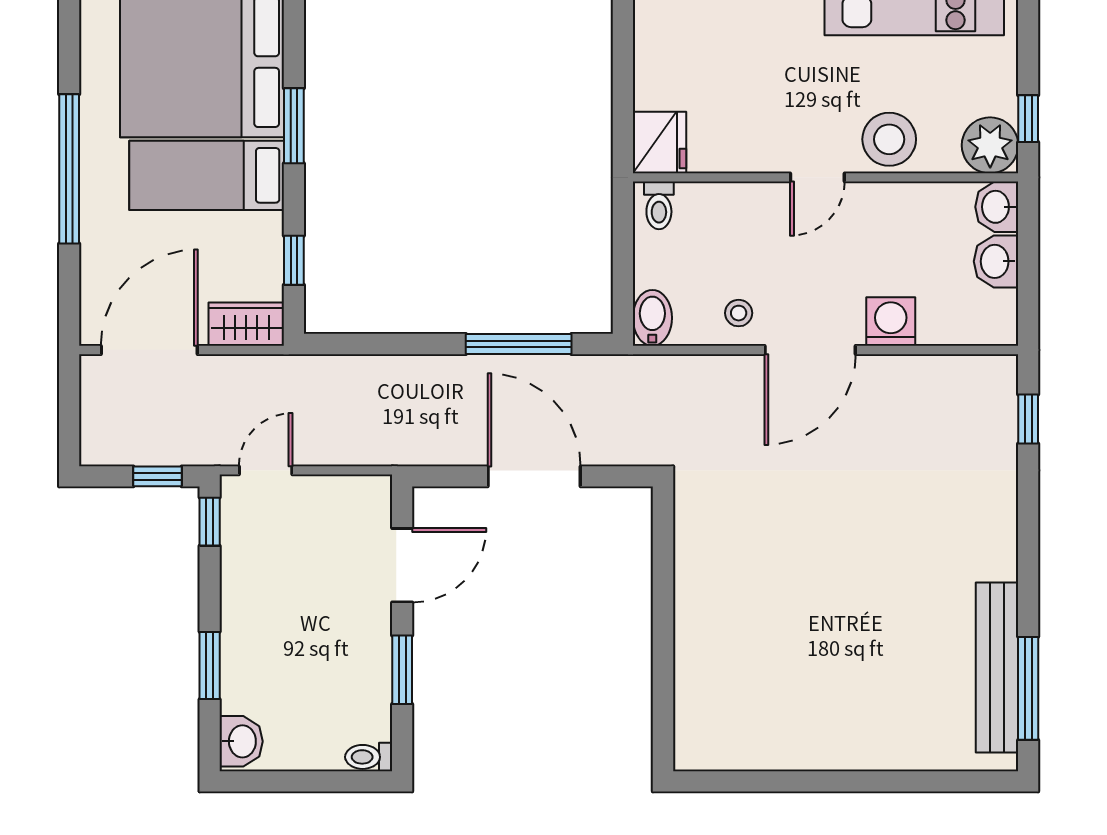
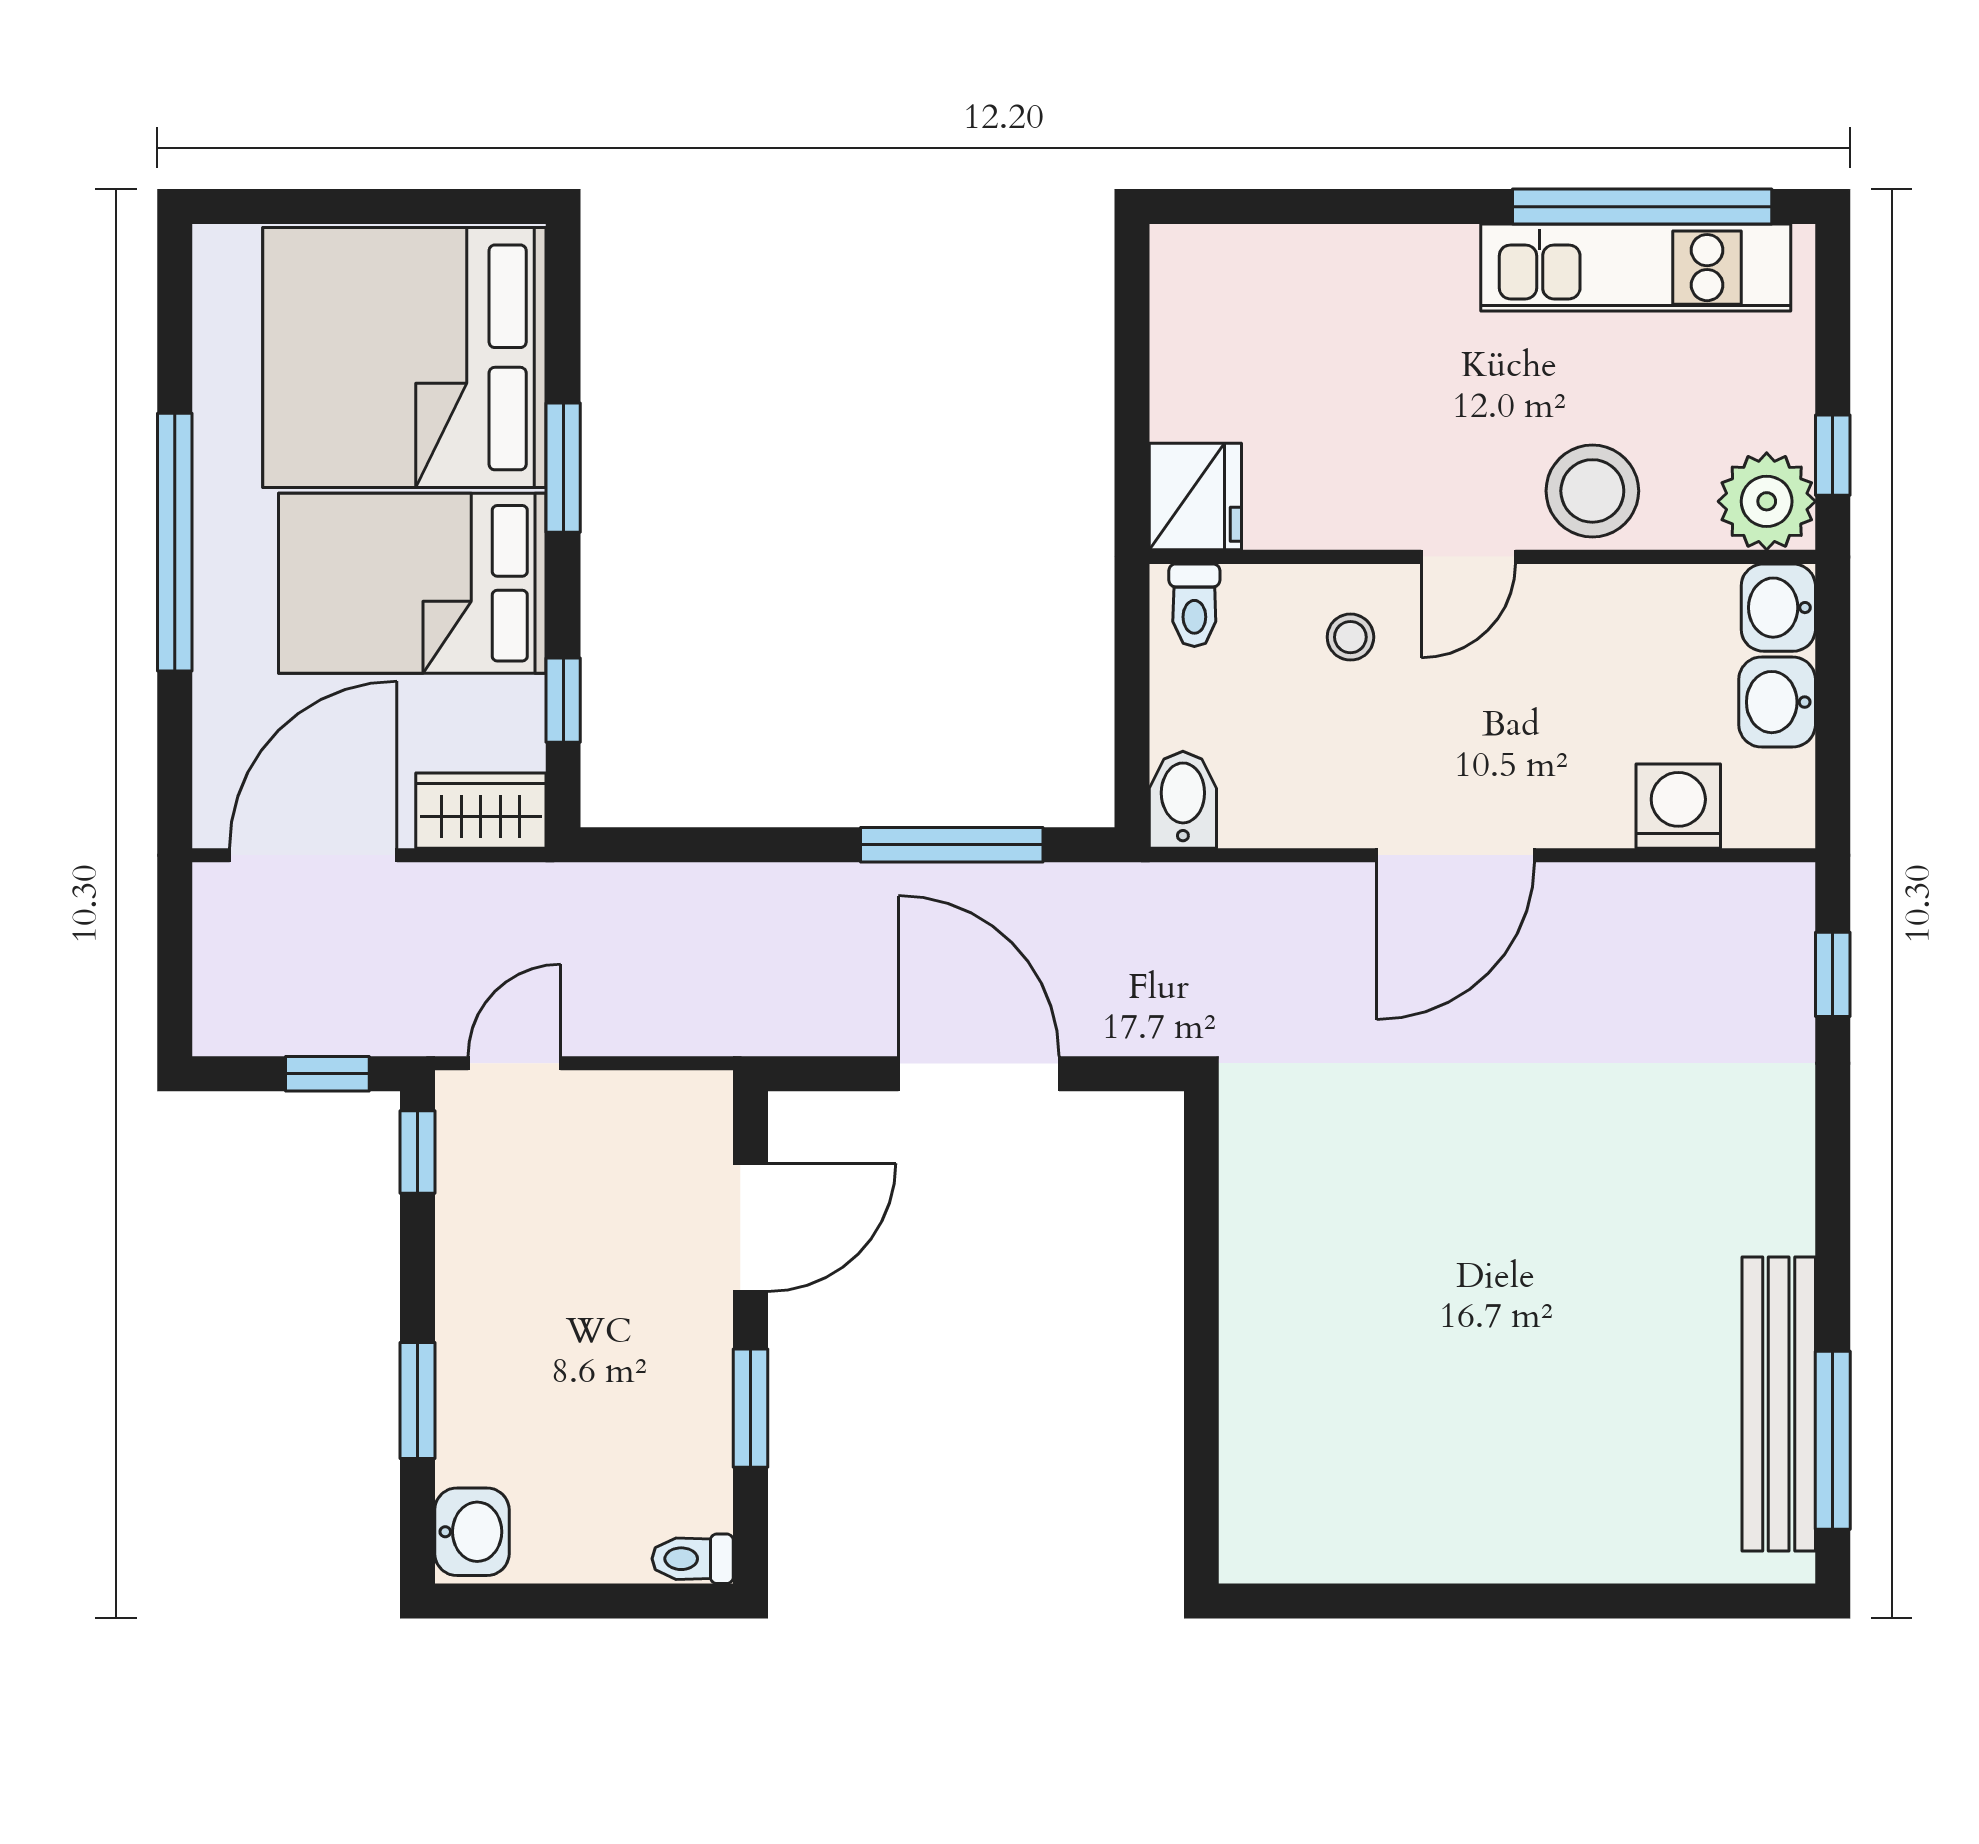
bed: (207, 175) -> (412, 583), width x1.50
stool: (739, 313) -> (1350, 637), moved
washing machine: (891, 322) -> (1678, 806), moved

